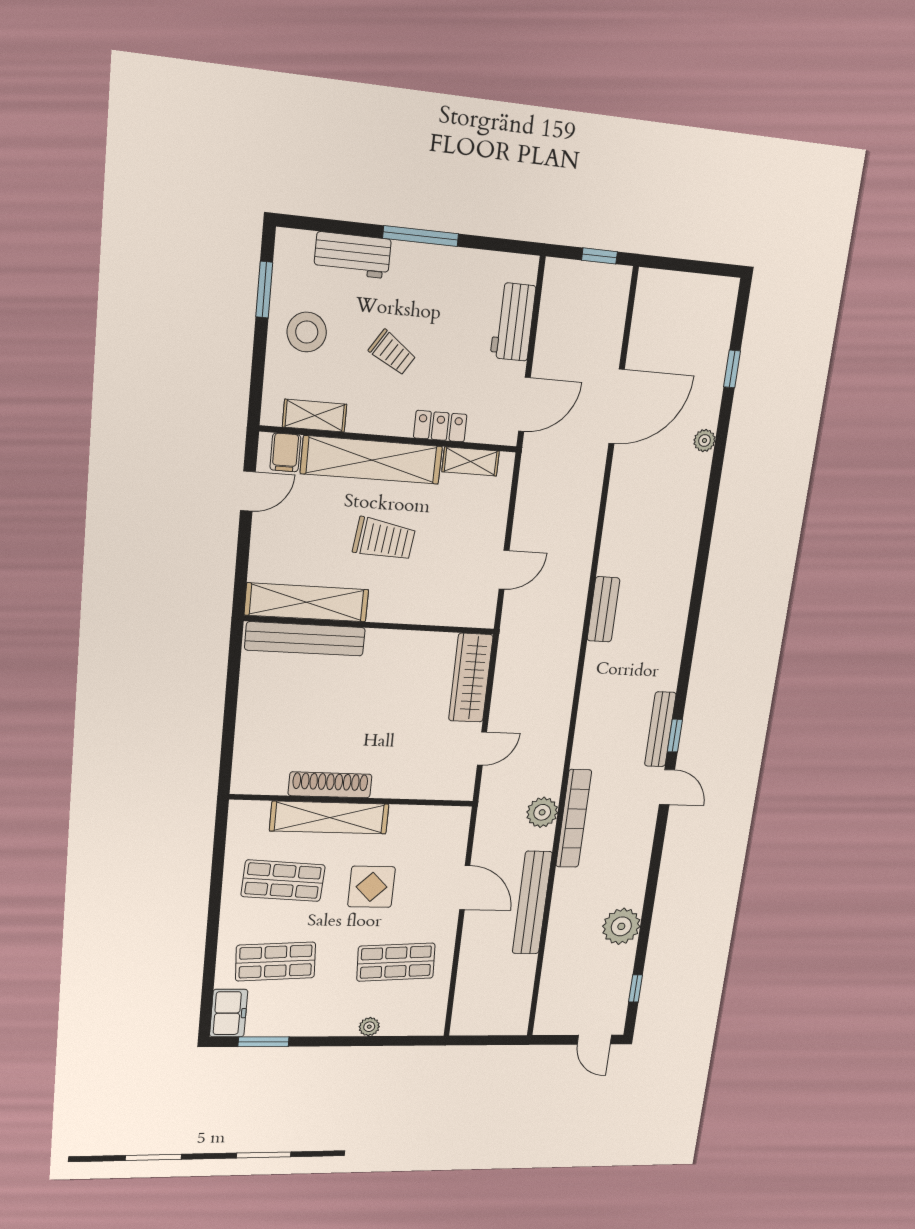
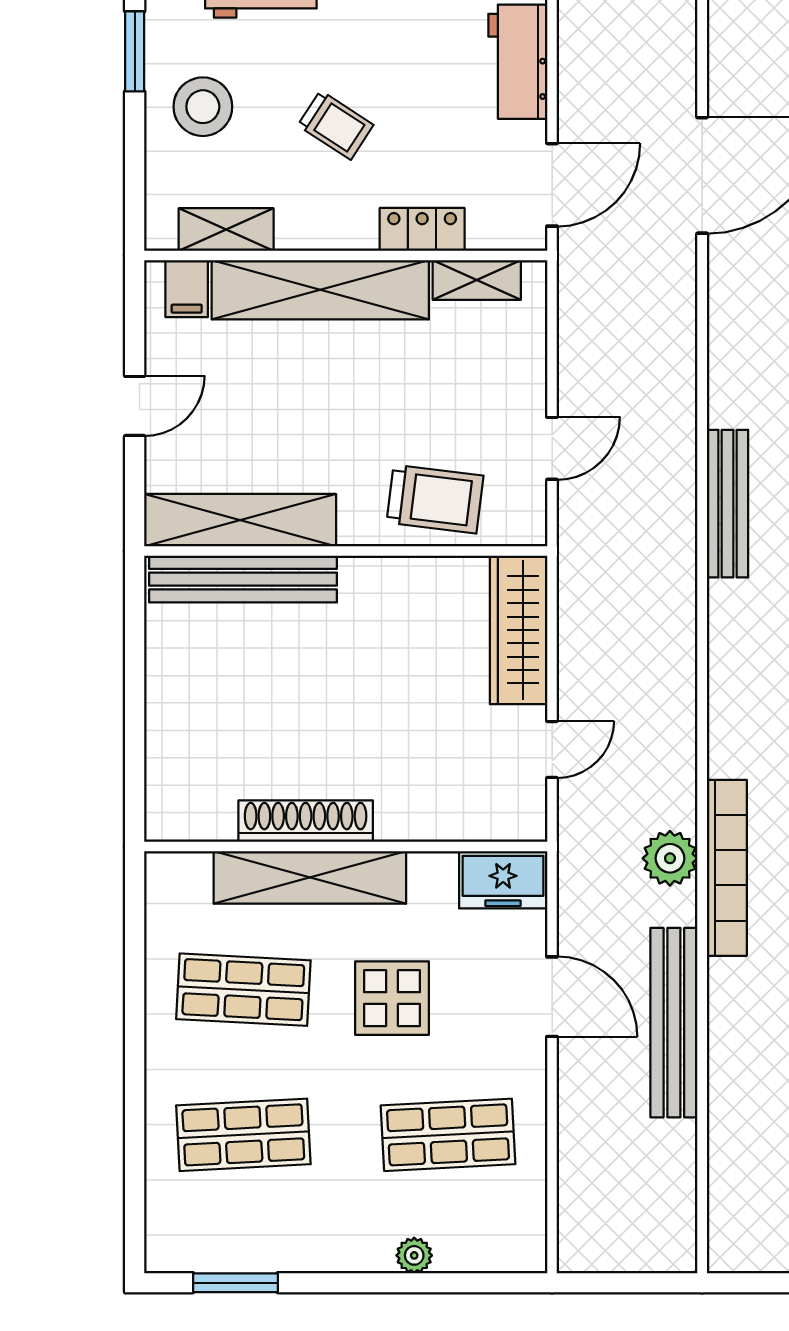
door: (248, 491) -> (135, 406), moved
trolley: (384, 539) -> (435, 499), moved
bench: (603, 609) -> (727, 504), width x1.36
freezer: (229, 1013) -> (503, 880), moved, turned 90

